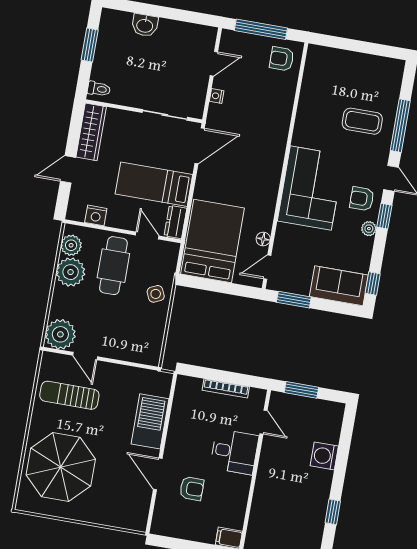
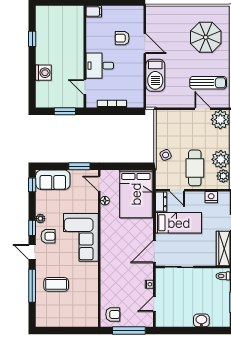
door: (267, 267) -> (99, 184), swing flipped
parasol: (61, 467) -> (206, 37), width x0.73, depth x0.73

